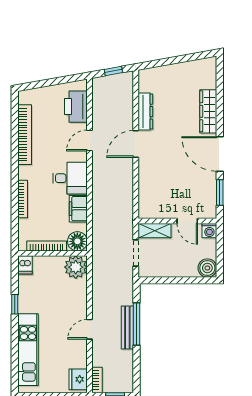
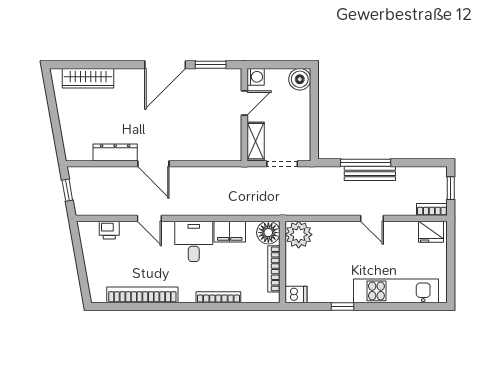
printer: (76, 107) -> (109, 230), width x0.53, depth x0.68
wardrobe: (208, 111) -> (88, 78), moved

